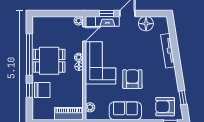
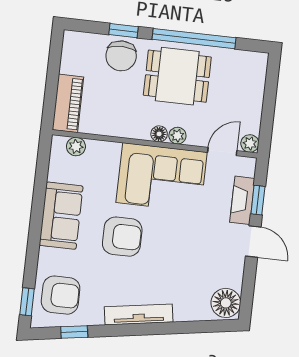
floor lamp: (146, 24) -> (226, 303), moved
door: (84, 34) -> (222, 152), swing flipped
tv unit: (168, 51) -> (139, 314), moved
dining table: (49, 61) -> (177, 76), turned 90
armchair: (165, 107) -> (61, 295), turned 90

